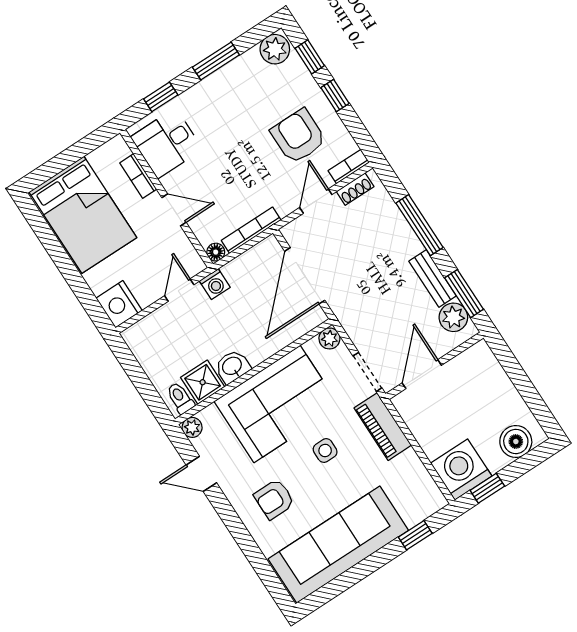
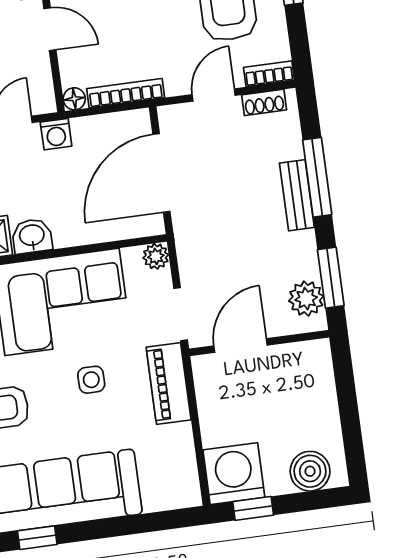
bench: (433, 279) -> (297, 195), moved
window: (415, 535) -> (37, 538), moved

